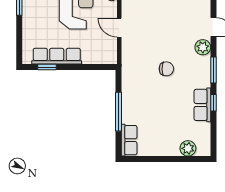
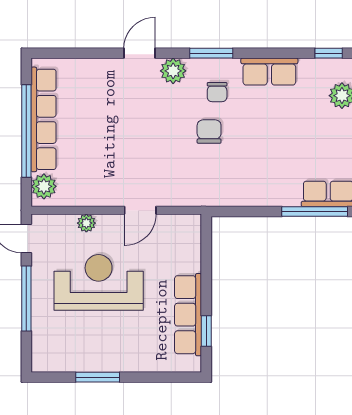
chair: (190, 74) -> (217, 92), added
window: (213, 103) -> (329, 53), moved
window: (119, 112) -> (315, 212), moved

